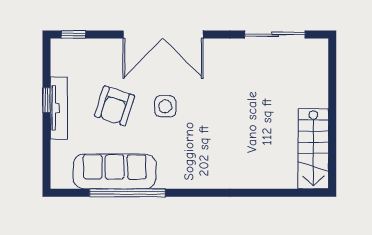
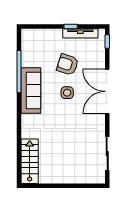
tv unit: (59, 108) -> (80, 33), moved
stairs: (313, 149) -> (30, 161), moved, turned 90
sofa: (115, 171) -> (31, 91), moved

